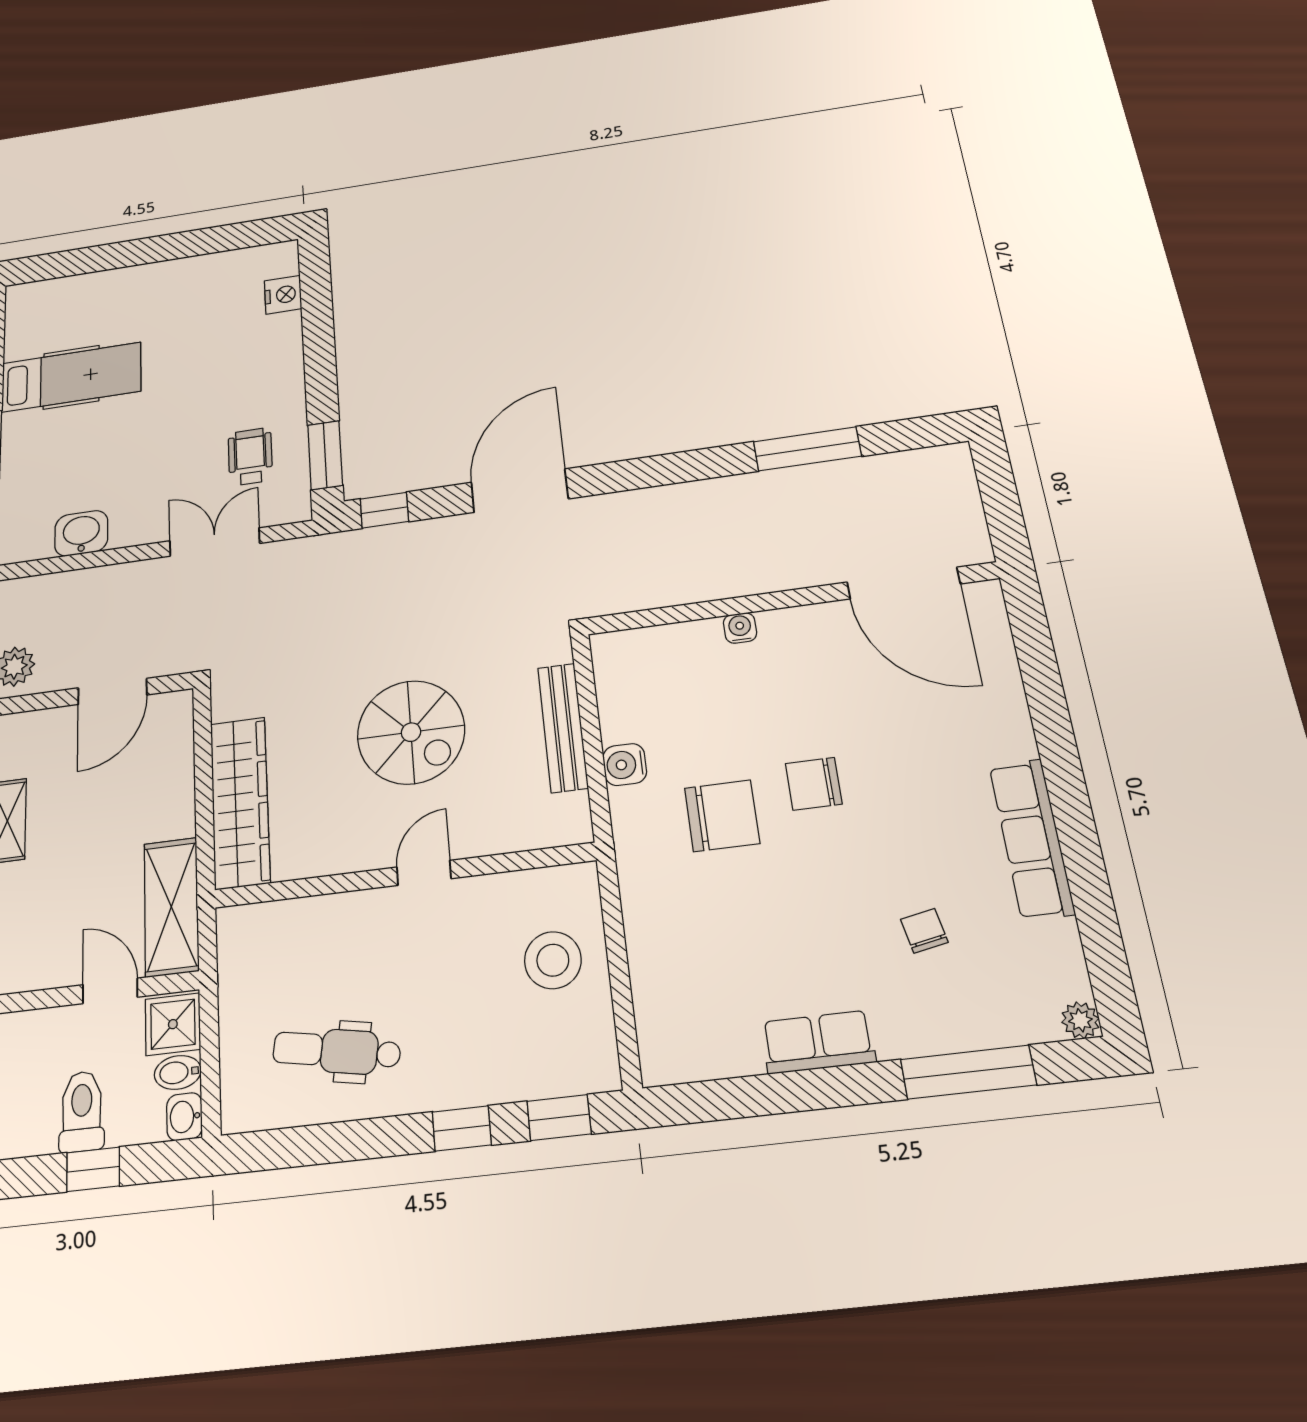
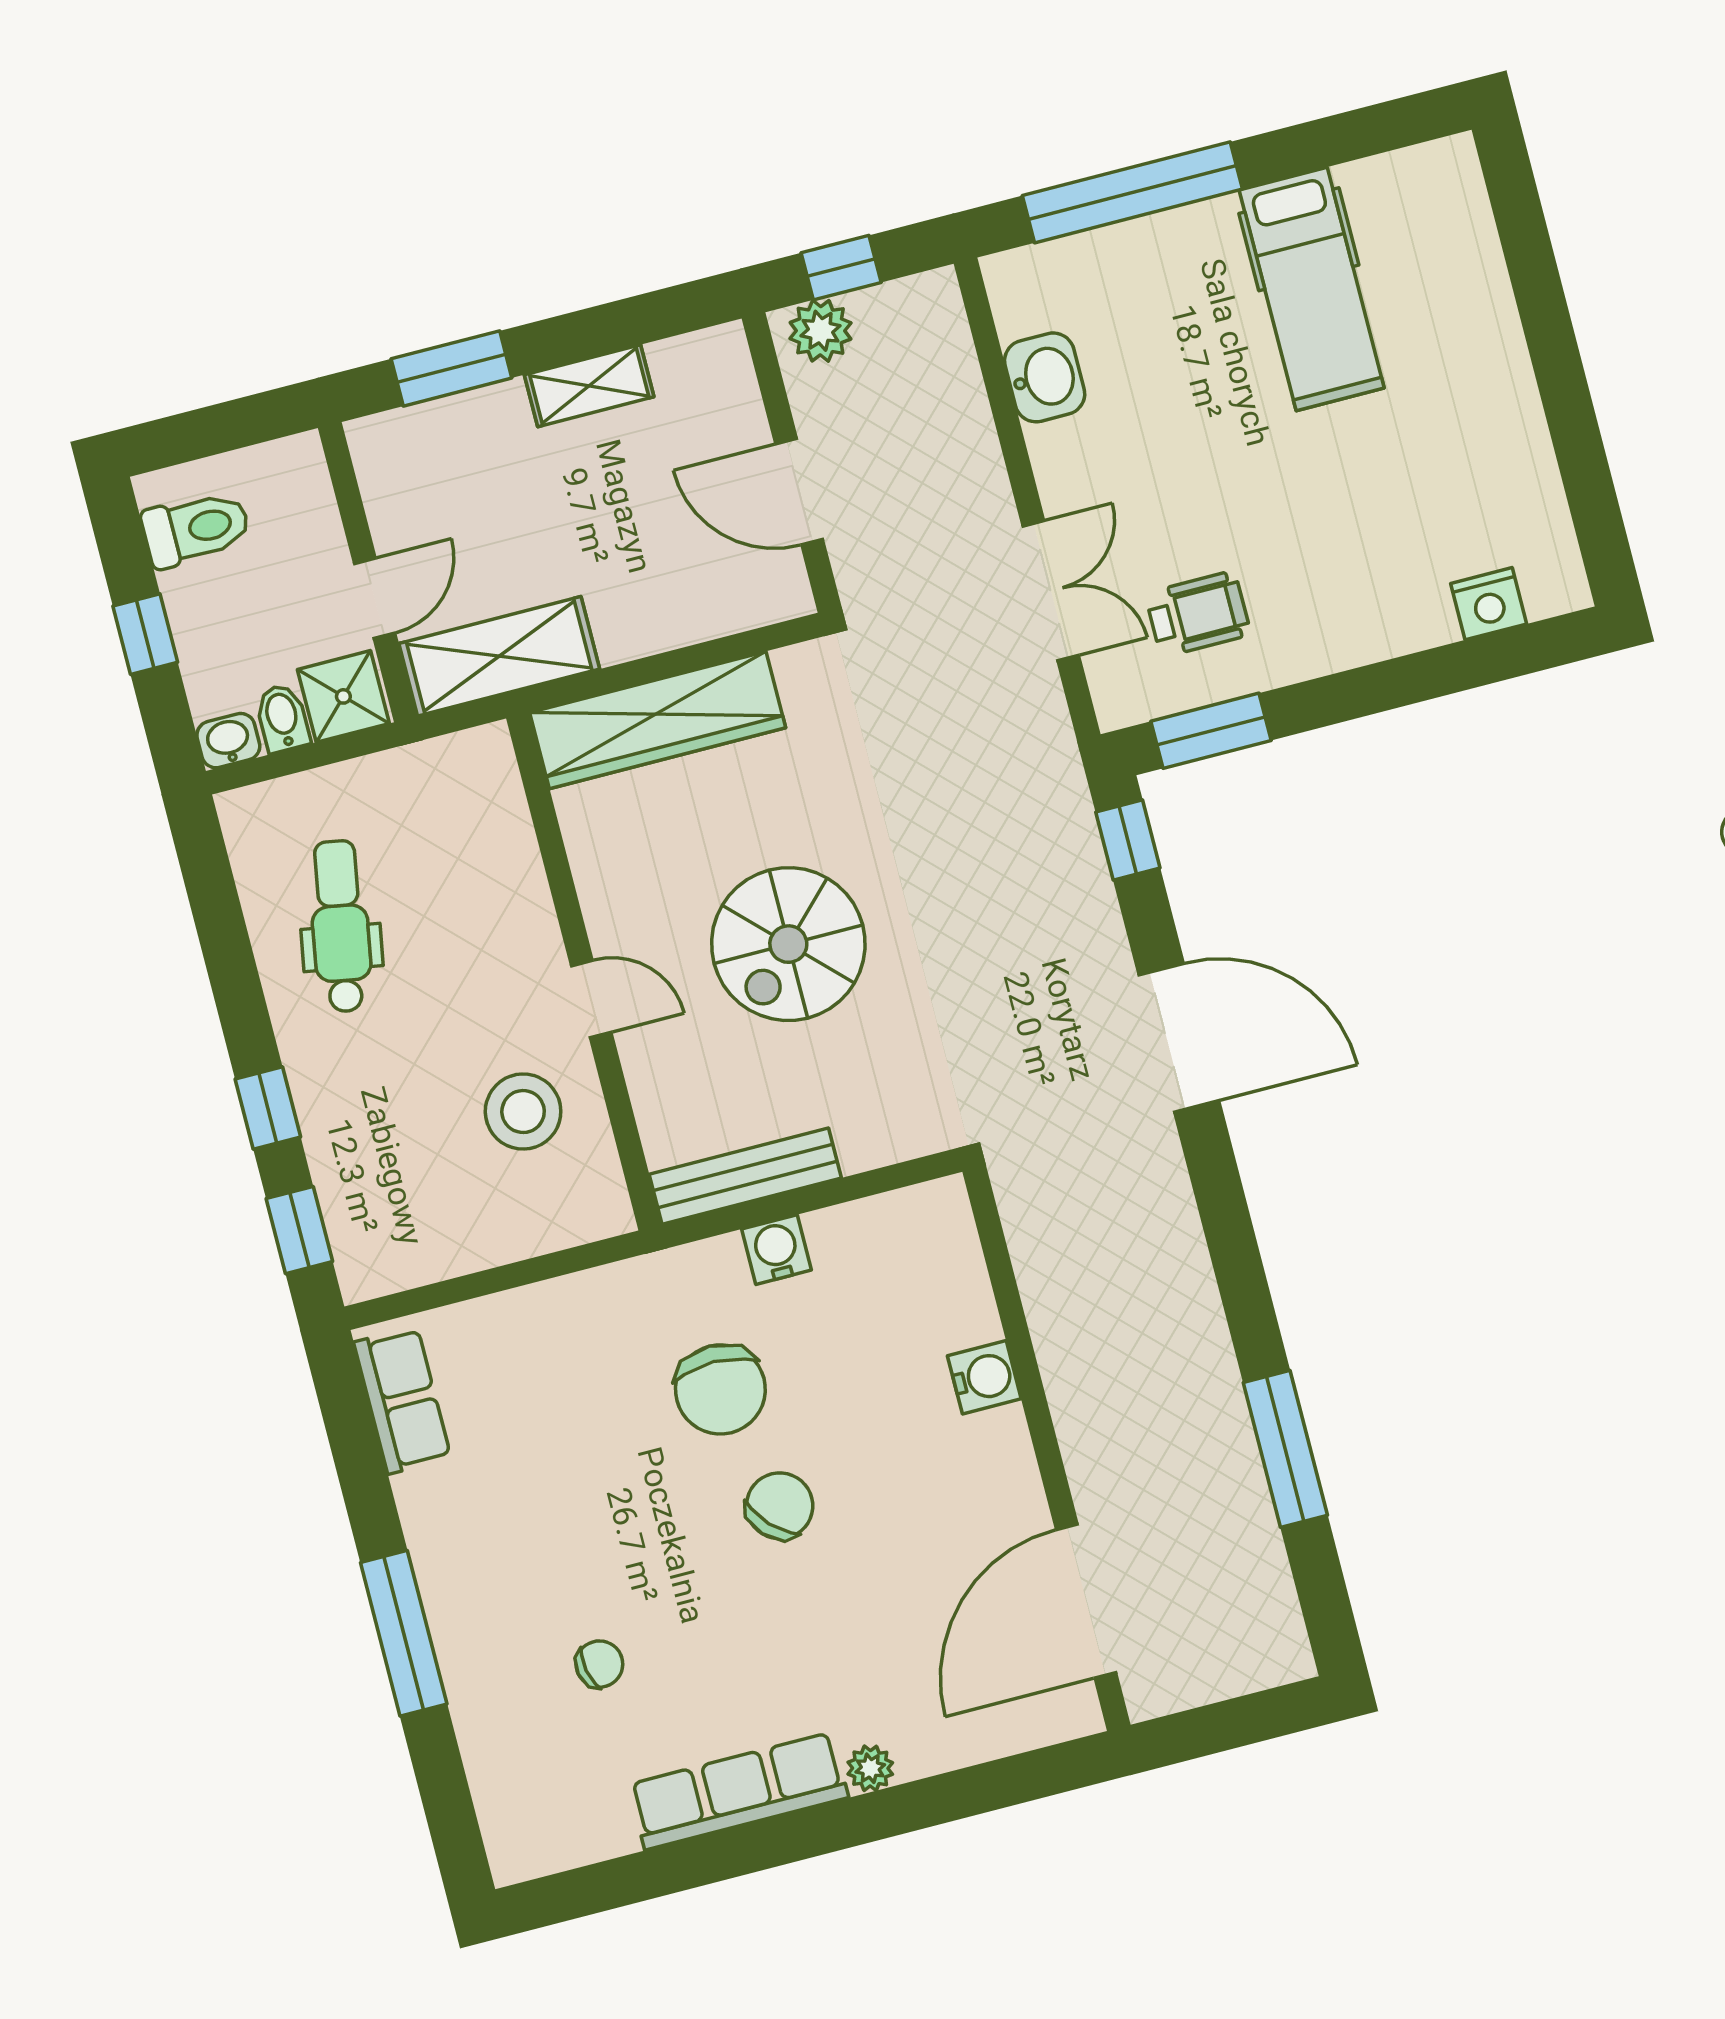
water cooler: (740, 628) -> (984, 1377), width x1.38, depth x1.38
bench: (563, 727) -> (745, 1176), moved
chair: (814, 784) -> (780, 1506), turned 46
stool: (553, 960) -> (523, 1112), moved
plant: (1080, 1020) -> (870, 1768), moved
row of seats: (818, 1042) -> (402, 1400), moved
window: (968, 1072) -> (404, 1633), moved
toilet: (82, 1111) -> (196, 529), moved

